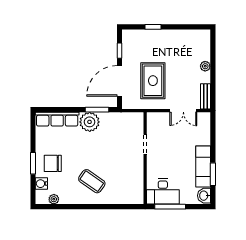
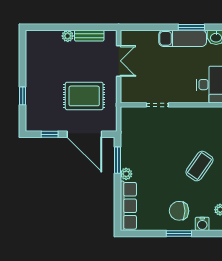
bench: (206, 96) -> (89, 36), moved
plant: (90, 122) -> (126, 174), width x0.53, depth x0.53
chair: (53, 163) -> (179, 211), turned 90

